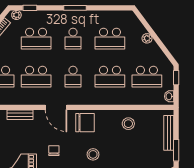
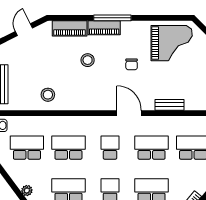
chair: (85, 123) -> (96, 96), removed

